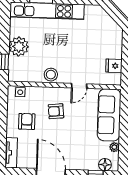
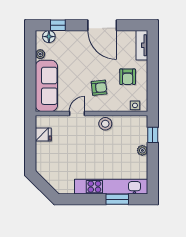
plant: (19, 47) -> (142, 150), width x0.53, depth x0.53

